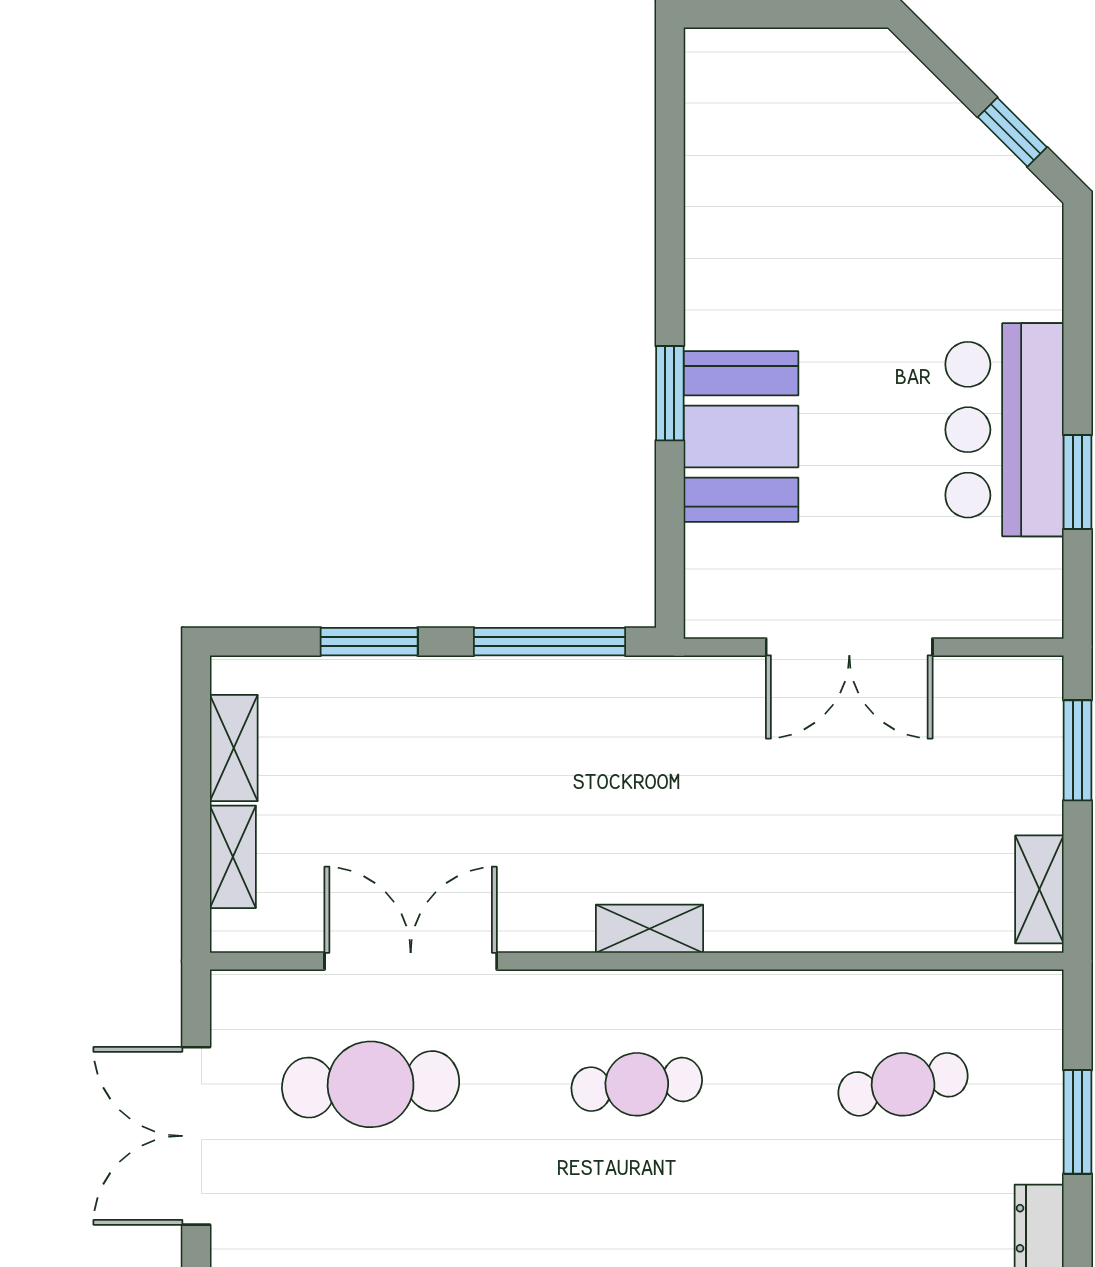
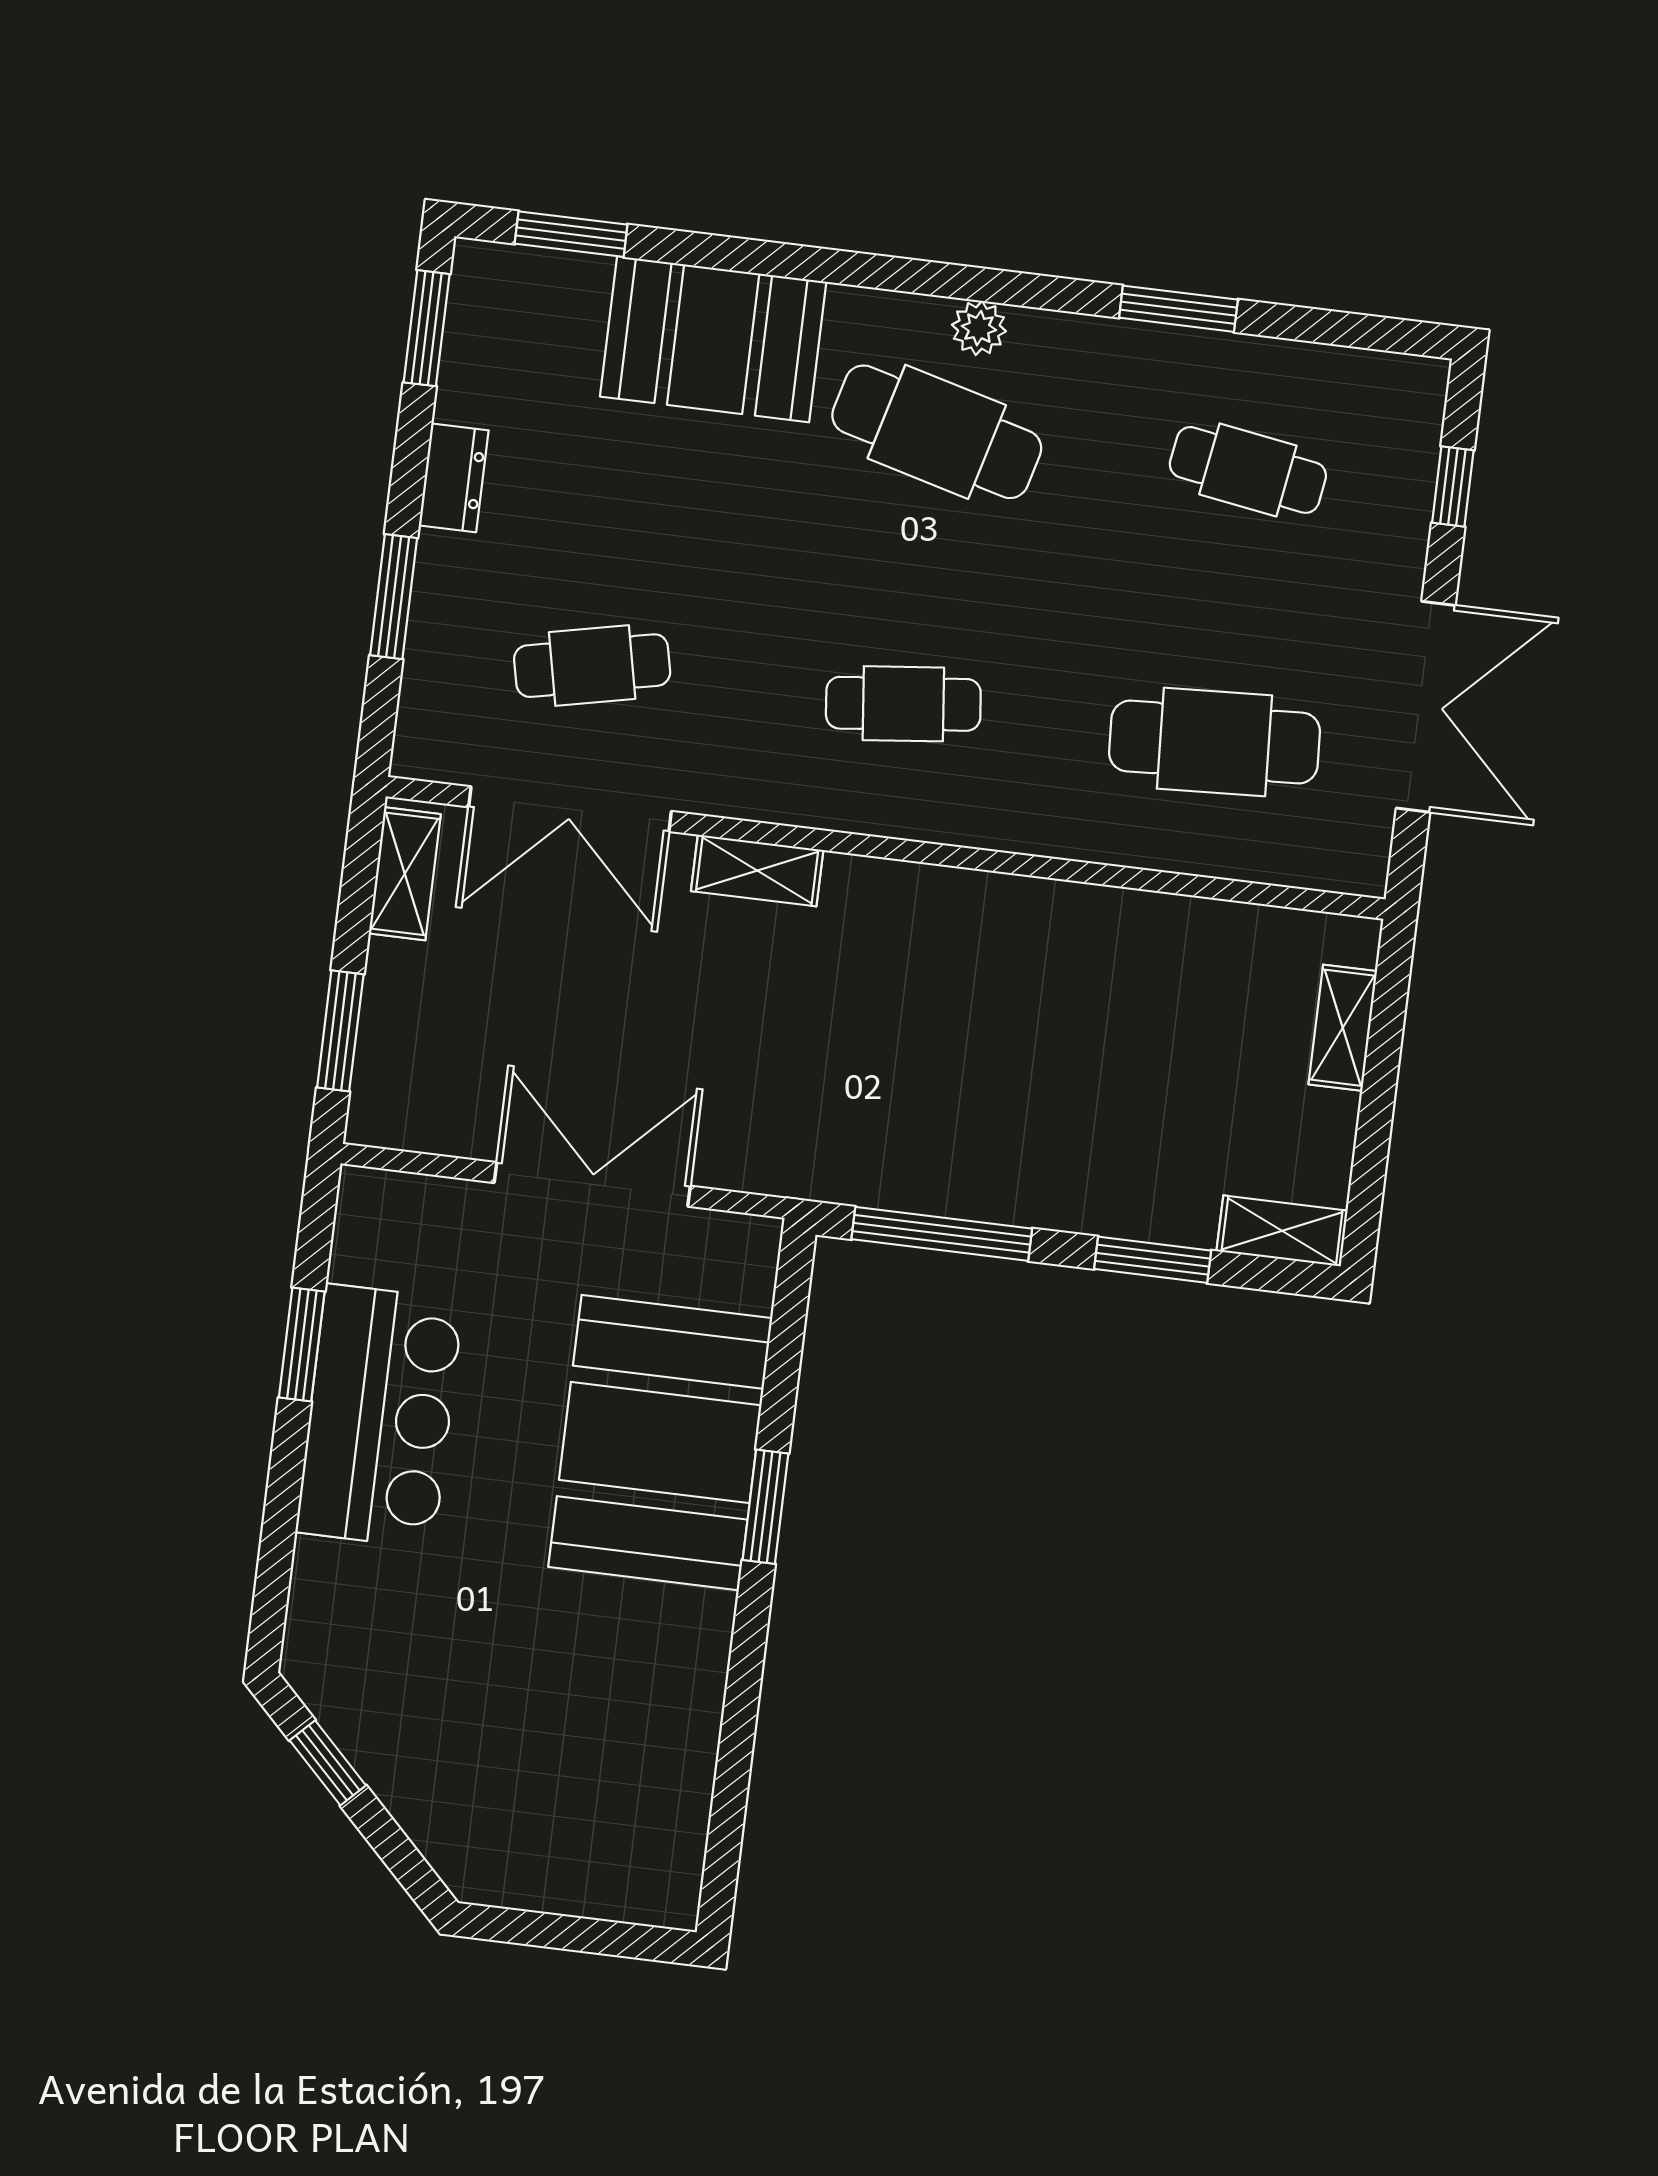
booth: (741, 436) -> (660, 1443), width x1.36, depth x1.42
shelving: (234, 748) -> (1282, 1231), moved, turned 90
shelving: (649, 929) -> (757, 871), moved
double door: (411, 961) -> (570, 809), moved

